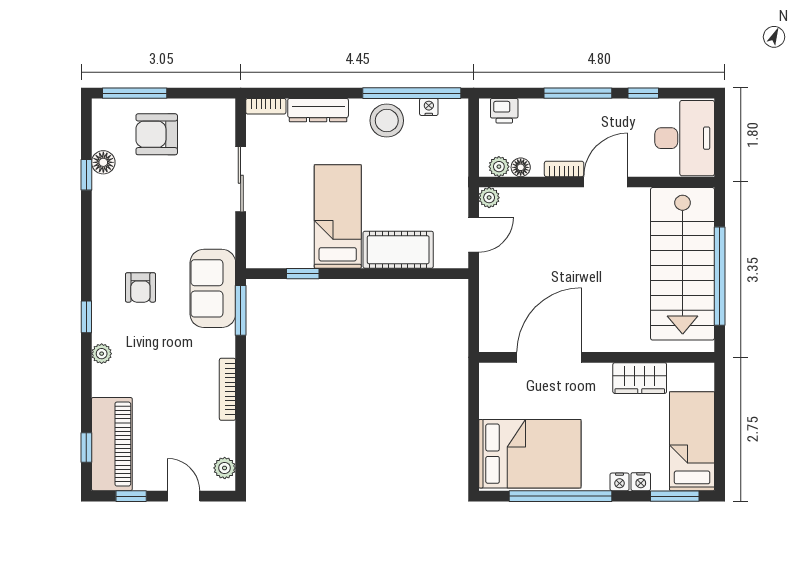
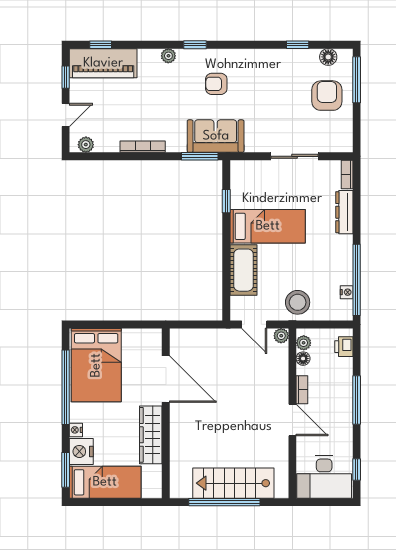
window: (643, 93) -> (357, 469), moved
stool: (387, 121) -> (298, 302), moved
floor lamp: (103, 162) -> (328, 57), moved
stairs: (683, 264) -> (233, 483), width x0.73, depth x0.66
wardrobe: (640, 378) -> (151, 435), width x1.50
nightstand: (641, 482) -> (81, 451), width x1.89, depth x1.79

